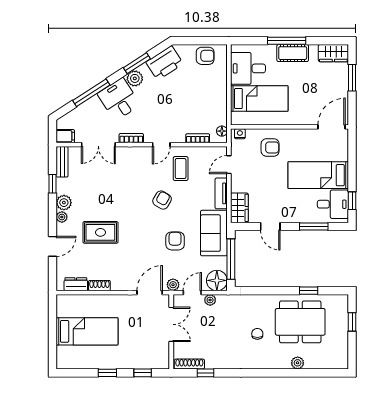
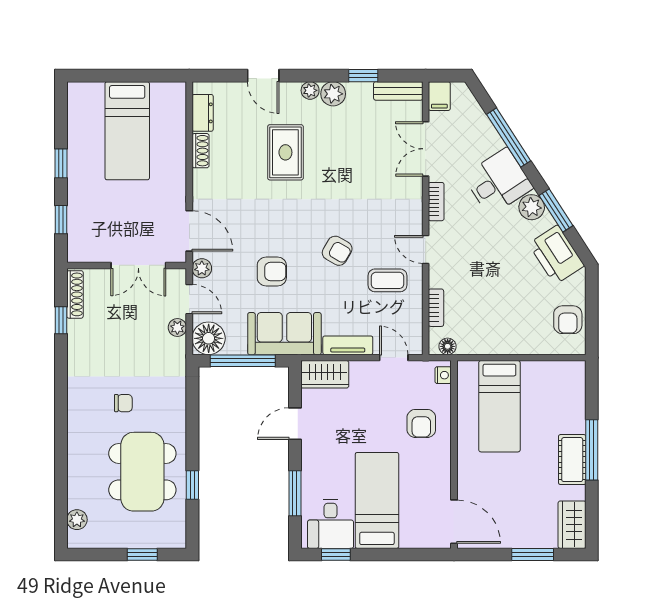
desk: (248, 68) -> (548, 388), removed
plant: (298, 363) -> (77, 520), moved

